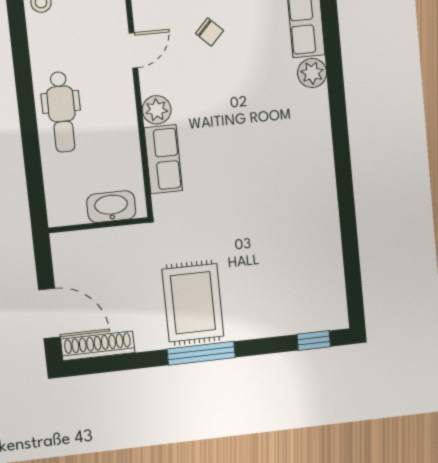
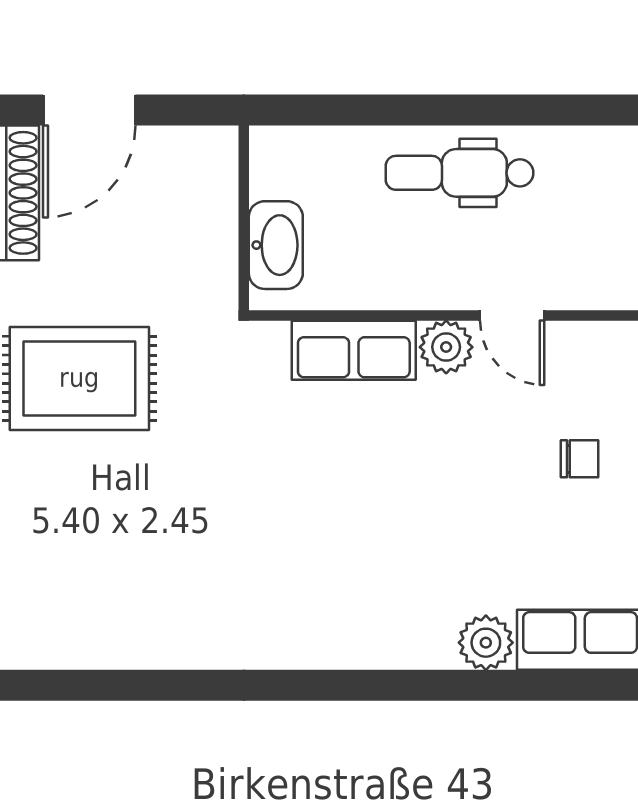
chair: (209, 32) -> (579, 459), turned -134
door: (133, 50) -> (512, 315), moved

